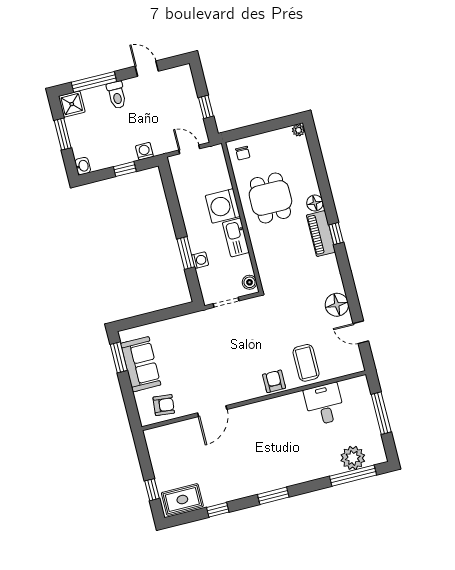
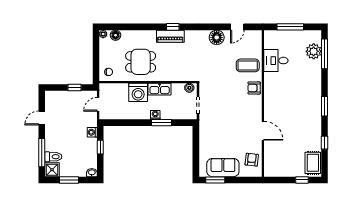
toilet: (117, 95) -> (53, 157), moved
floor lamp: (315, 203) -> (116, 35), moved
washing machine: (200, 260) -> (155, 115), moved

